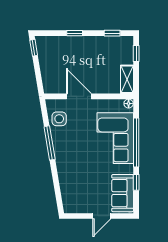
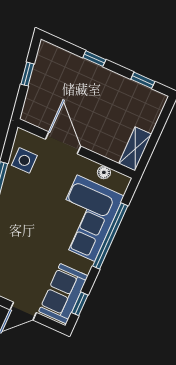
window: (34, 48) -> (27, 74), moved
window: (136, 54) -> (162, 121), removed
floor lamp: (129, 104) -> (104, 172), moved
window: (136, 182) -> (80, 304), moved

